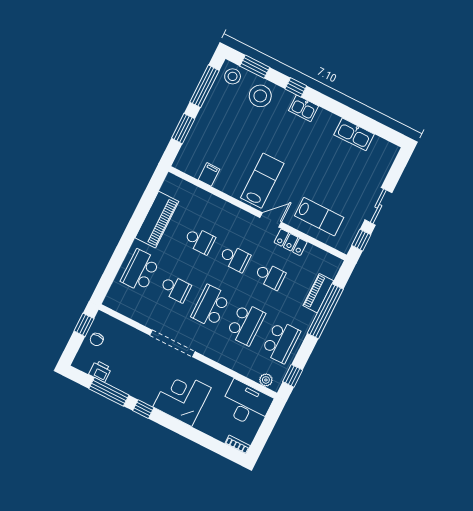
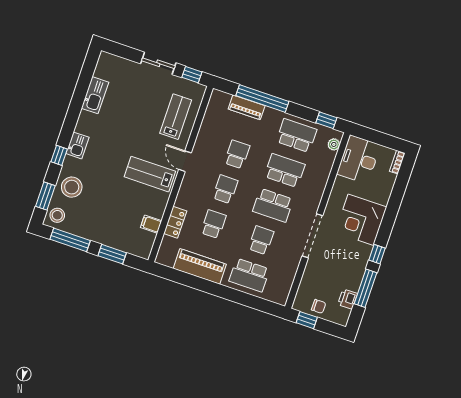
locker: (291, 242) -> (175, 222), moved

